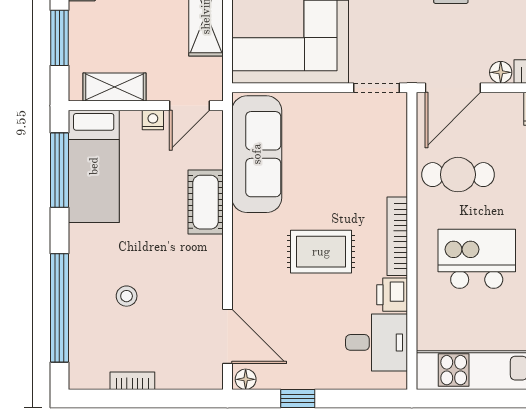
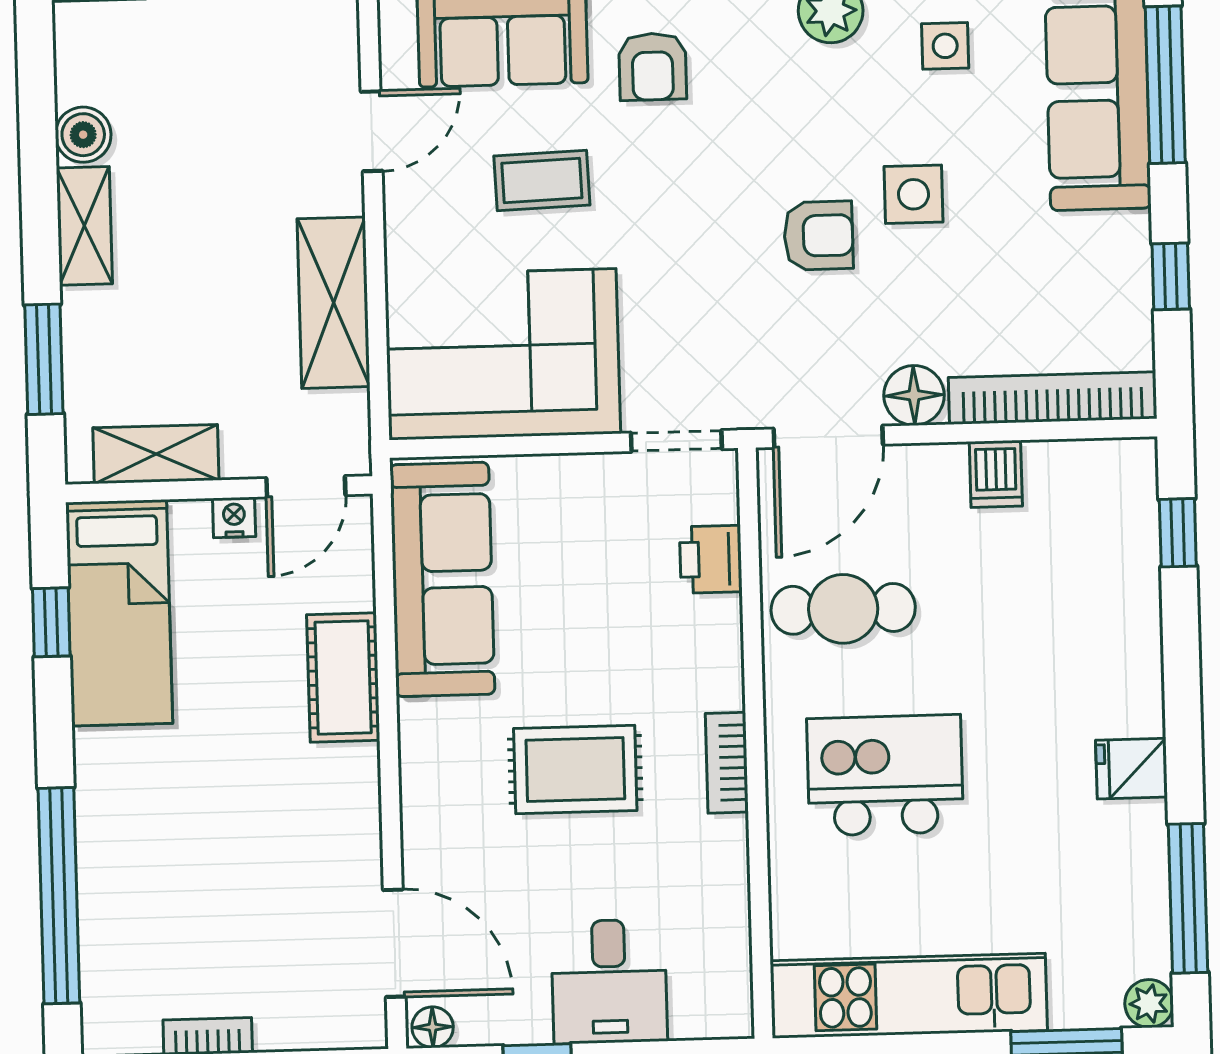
floor lamp: (501, 72) -> (914, 395), width x1.37, depth x1.37
window: (59, 170) -> (51, 622), width x0.46
bookcase: (397, 236) -> (727, 763), width x0.64
printer: (392, 295) -> (711, 559), moved
stool: (127, 296) -> (191, 869), removed
desk: (377, 342) -> (609, 982), moved, turned 90

